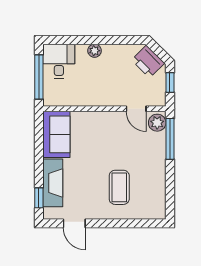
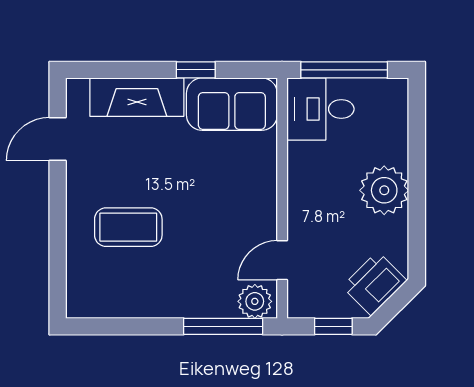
plant: (95, 51) -> (384, 190), width x1.88, depth x1.88
desk: (59, 61) -> (320, 109), moved, turned 180
window: (39, 198) -> (196, 70), moved

